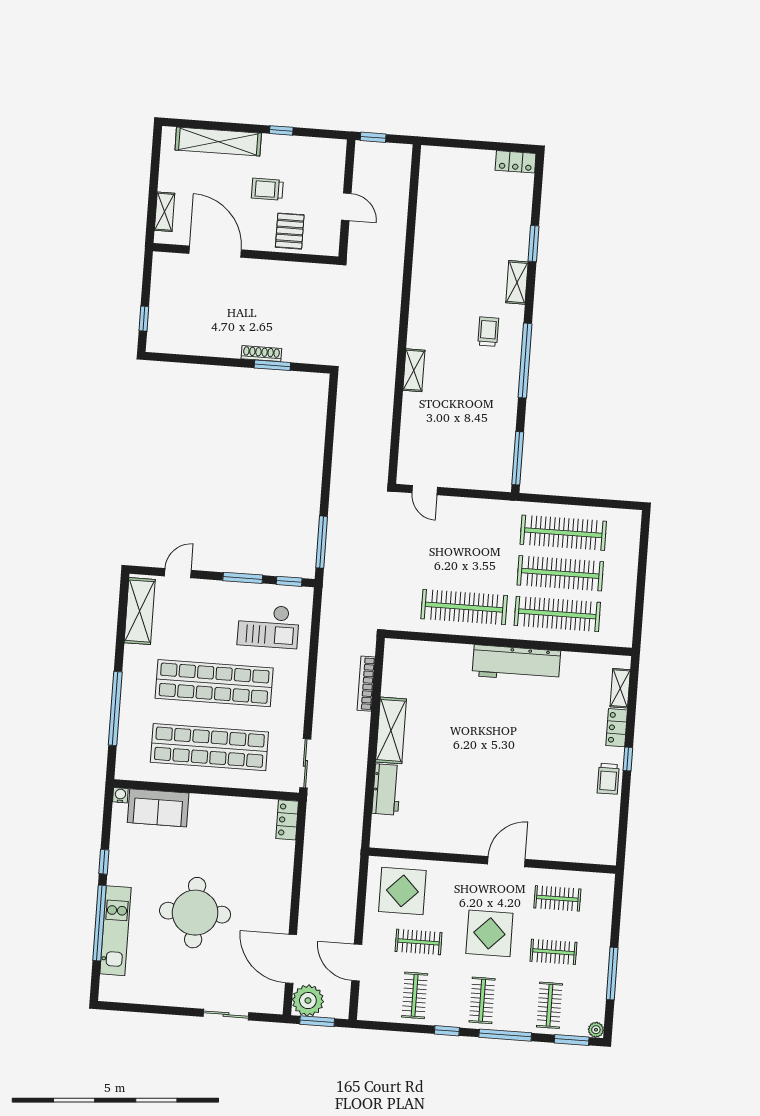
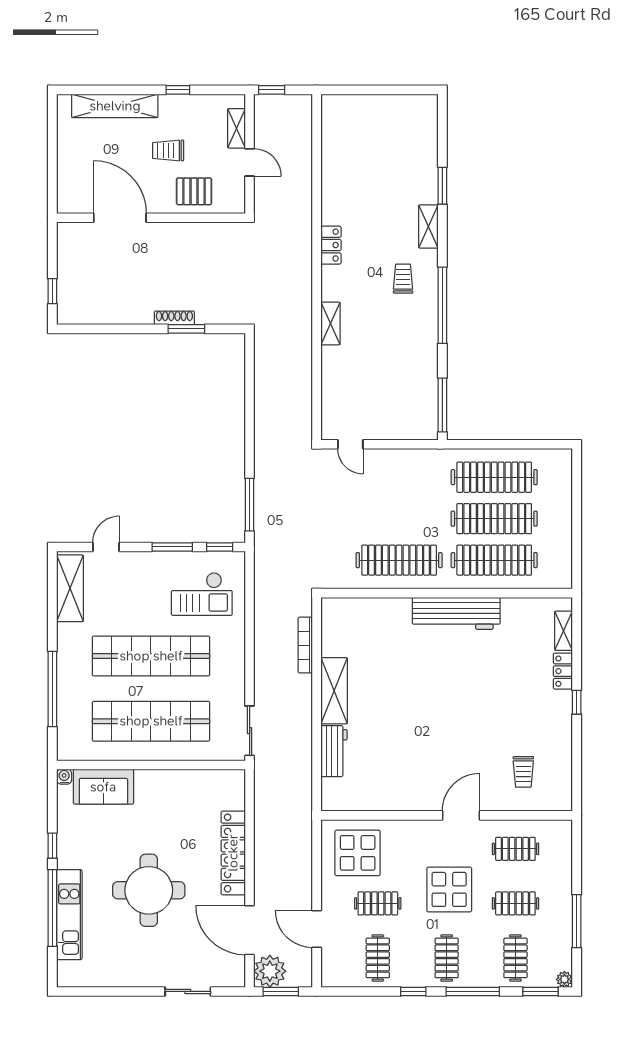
locker: (516, 162) -> (331, 245), moved, turned -90
shelving: (165, 212) -> (236, 128), moved
pallet: (290, 231) -> (194, 191), turned 90
trolley: (608, 779) -> (523, 772), moved
locker: (287, 820) -> (233, 853), moved, width x2.16, depth x1.21

